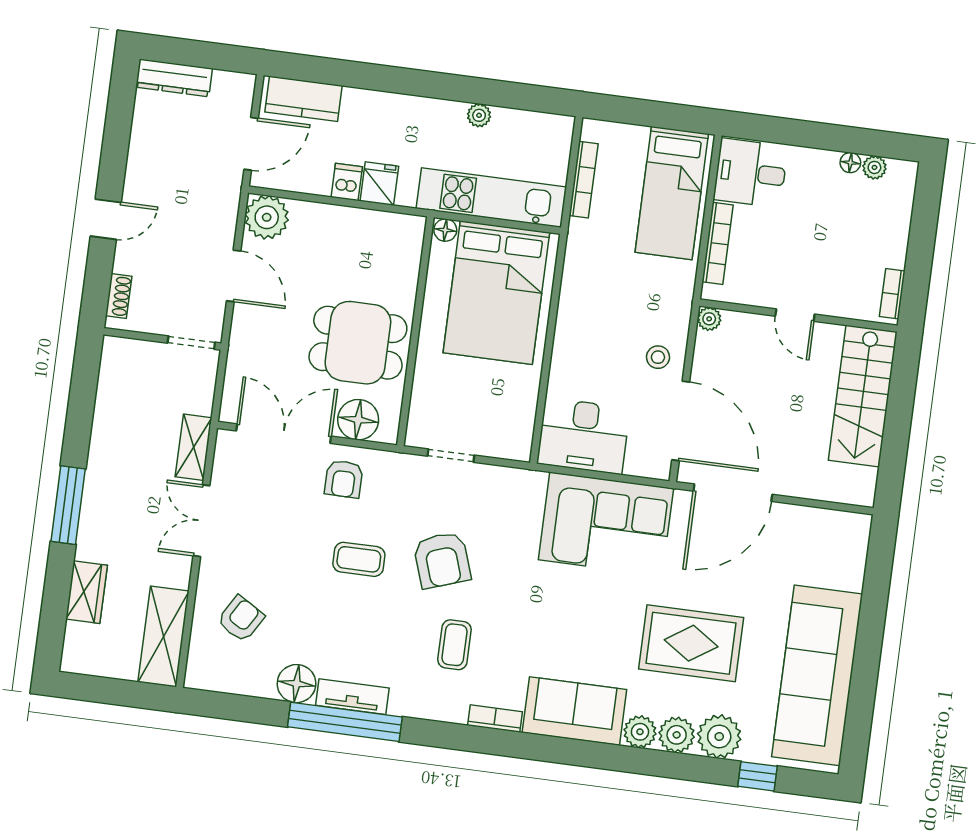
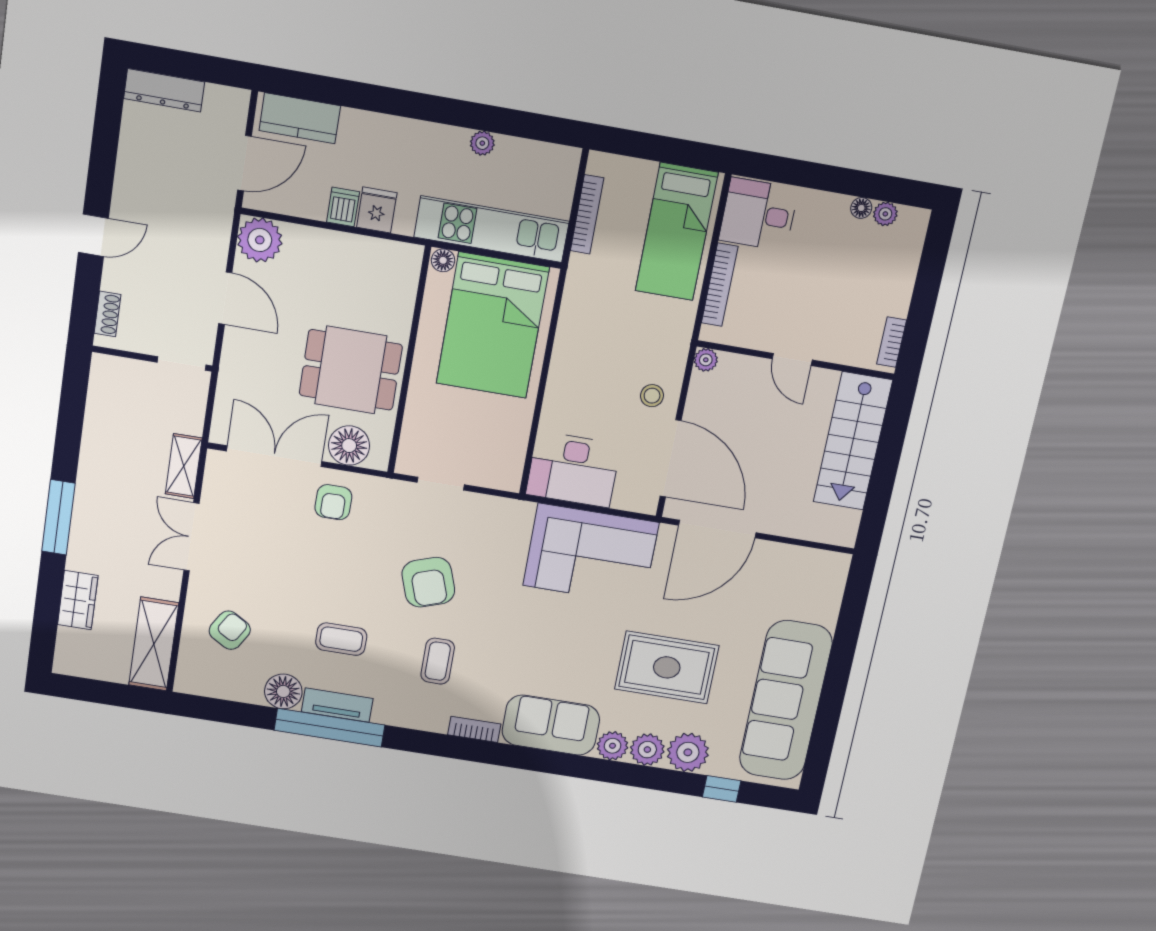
coffee table: (359, 559) -> (341, 639), moved

